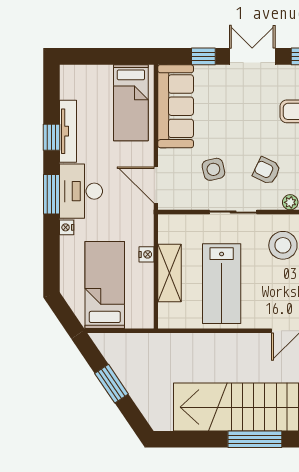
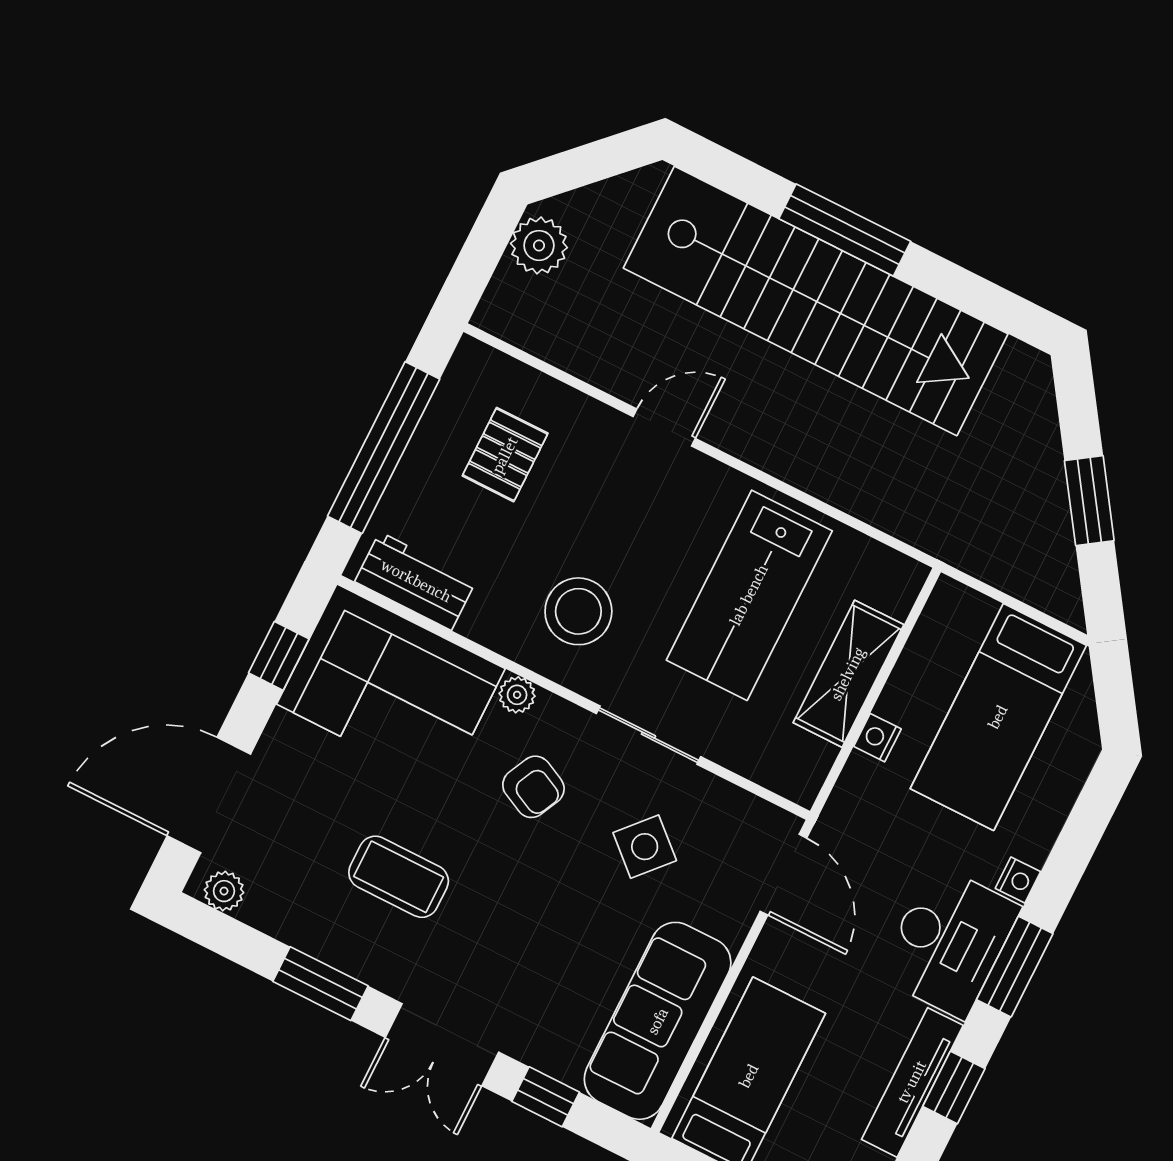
side table: (213, 169) -> (645, 847), turned -35
lab bench: (222, 284) -> (749, 595), turned 180

